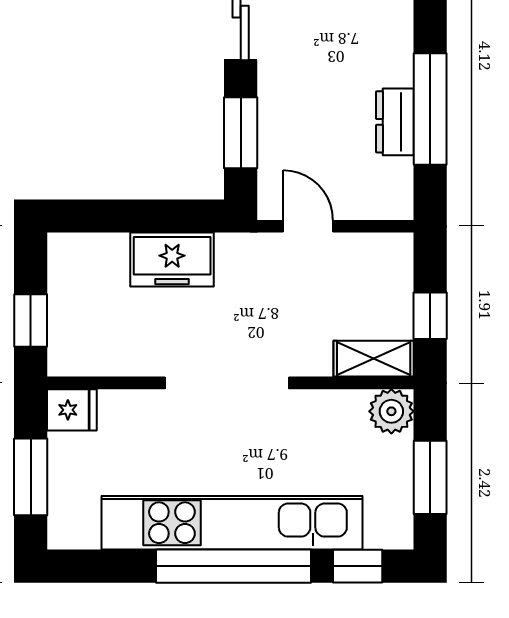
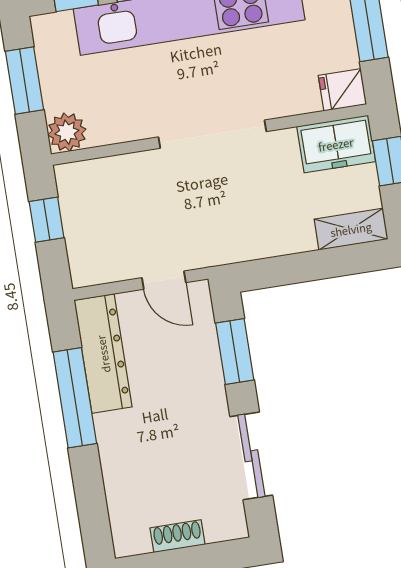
dresser: (395, 122) -> (103, 354), width x1.96, depth x1.24
freezer: (172, 260) -> (336, 144), moved, turned 180
shelving: (374, 359) -> (351, 229), moved

